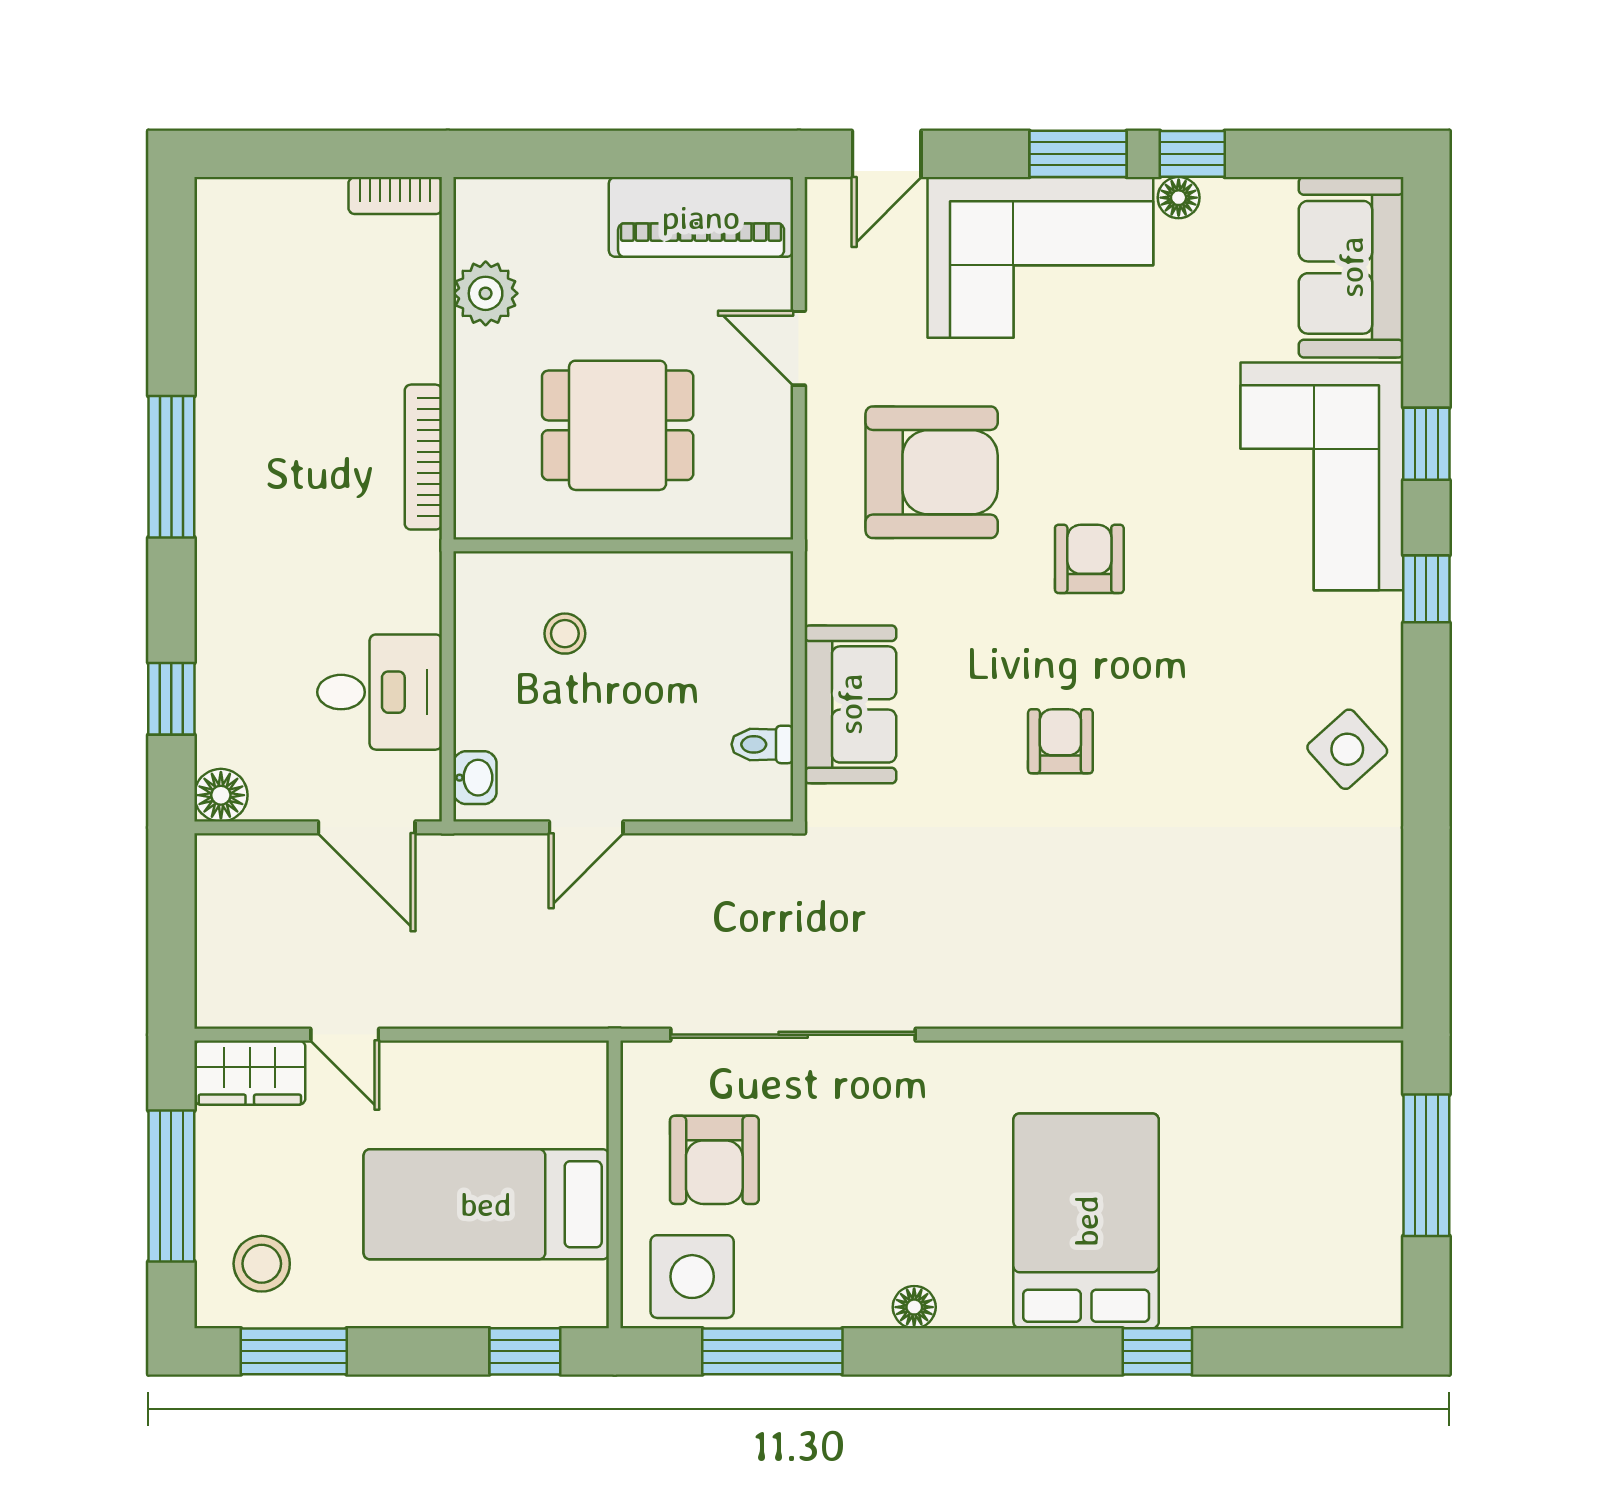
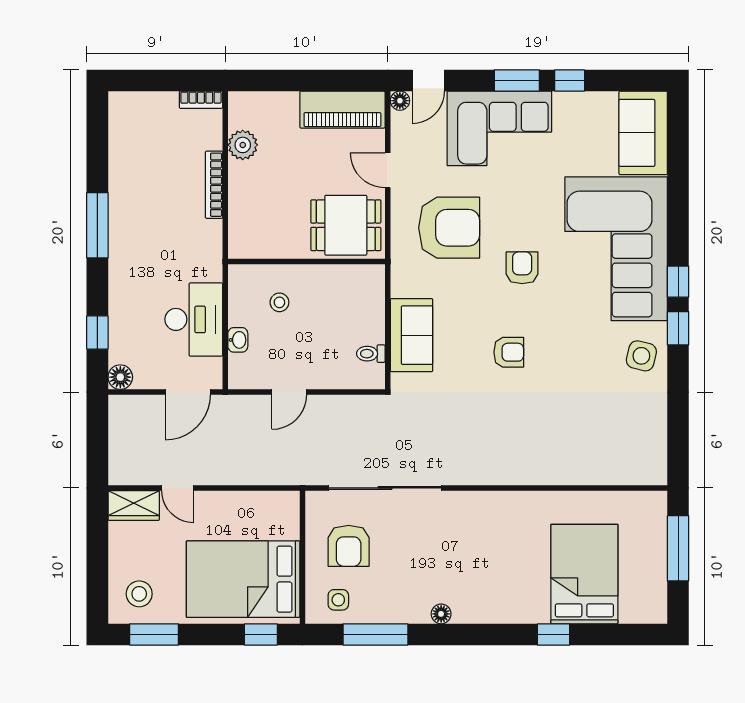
floor lamp: (1179, 198) -> (400, 101), moved
dining table: (618, 425) -> (346, 225), moved
window: (1426, 444) -> (678, 328), moved
bookcase: (423, 457) -> (214, 185), moved
corner sofa: (1322, 476) -> (616, 249), width x1.36, depth x1.36
desk: (380, 692) -> (194, 319), width x1.37
armchair: (1060, 741) -> (509, 352), turned 90
side table: (1347, 749) -> (641, 356), turned -34
washbasin: (475, 778) -> (238, 340), moved
door: (367, 827) -> (188, 392), hinge flipped
window: (171, 1186) -> (97, 558), removed
bed: (486, 1204) -> (243, 579), width x1.50
bed: (1086, 1221) -> (584, 574), moved
side table: (692, 1277) -> (338, 600), width x0.54, depth x0.54

